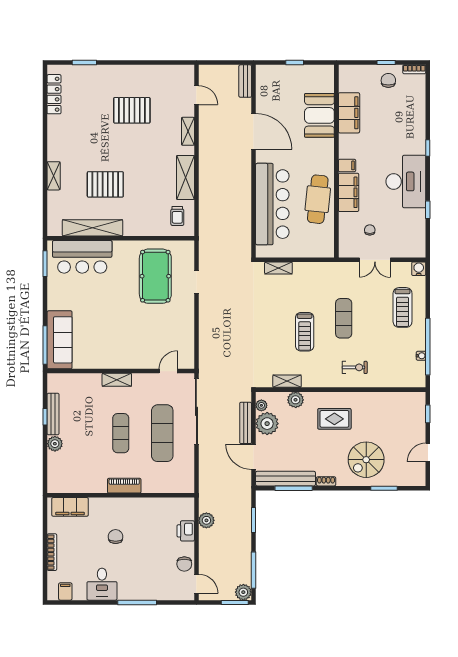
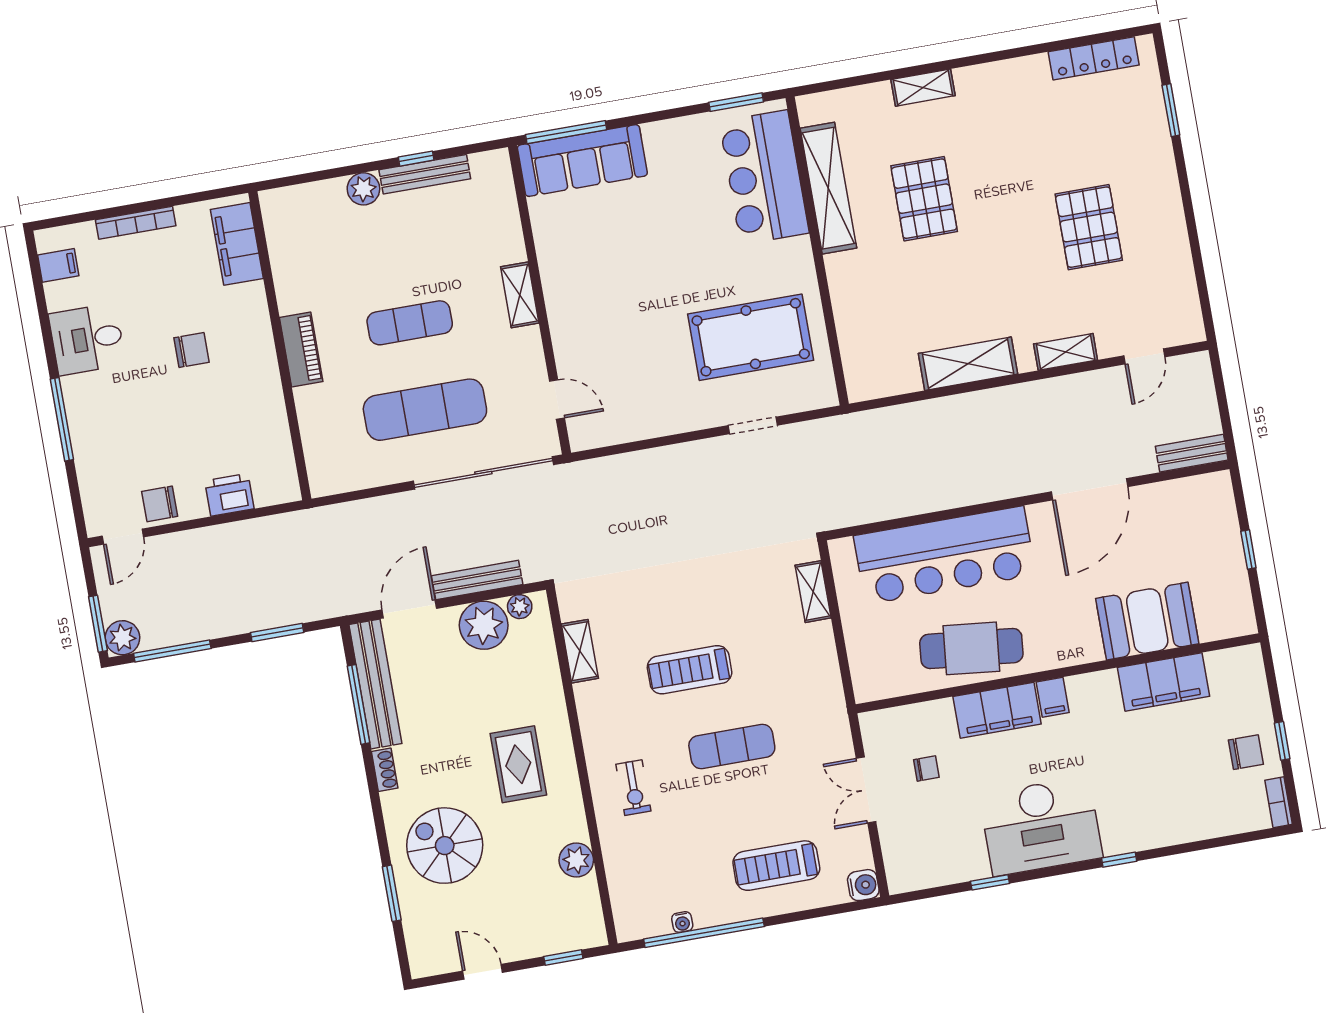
trolley: (177, 216) -> (885, 361), removed
plant: (296, 400) -> (576, 860), moved
plant: (206, 520) -> (259, 534), removed

